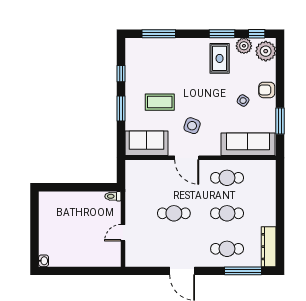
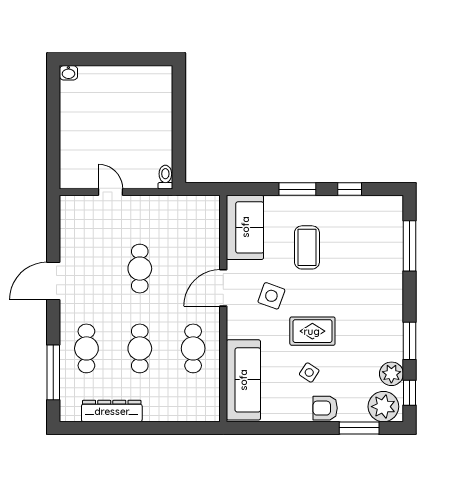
rug: (220, 58) -> (312, 331), moved
armchair: (267, 90) -> (325, 408), turned -90
window: (280, 121) -> (359, 428), moved
dresser: (269, 247) -> (112, 411), moved

